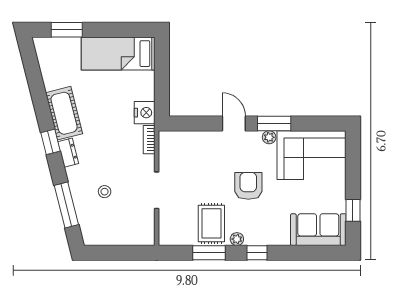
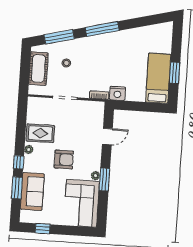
window: (67, 30) -> (175, 73), moved
cot: (64, 113) -> (38, 69), moved, turned -76
door: (234, 124) -> (107, 137), moved
window: (50, 142) -> (102, 29), width x2.17
dresser: (68, 153) -> (94, 40), removed
sofa: (318, 230) -> (32, 191), moved
window: (209, 253) -> (17, 188), moved

